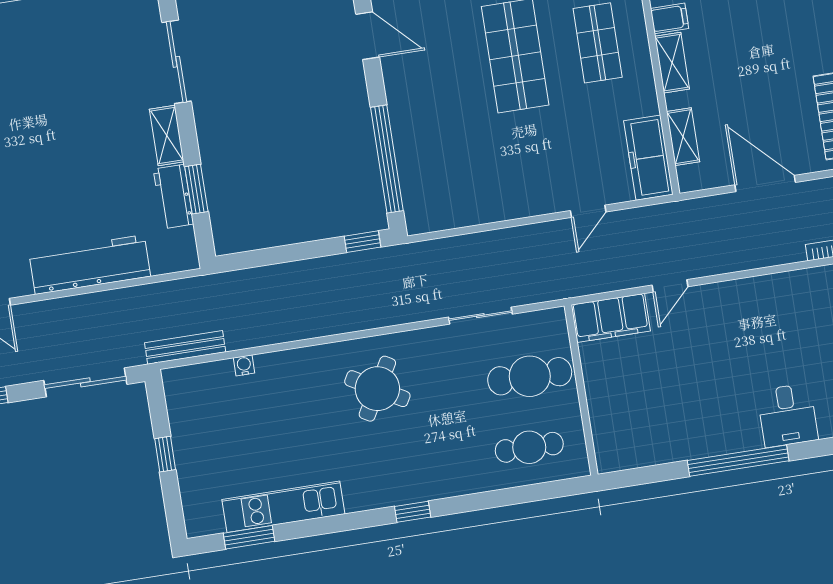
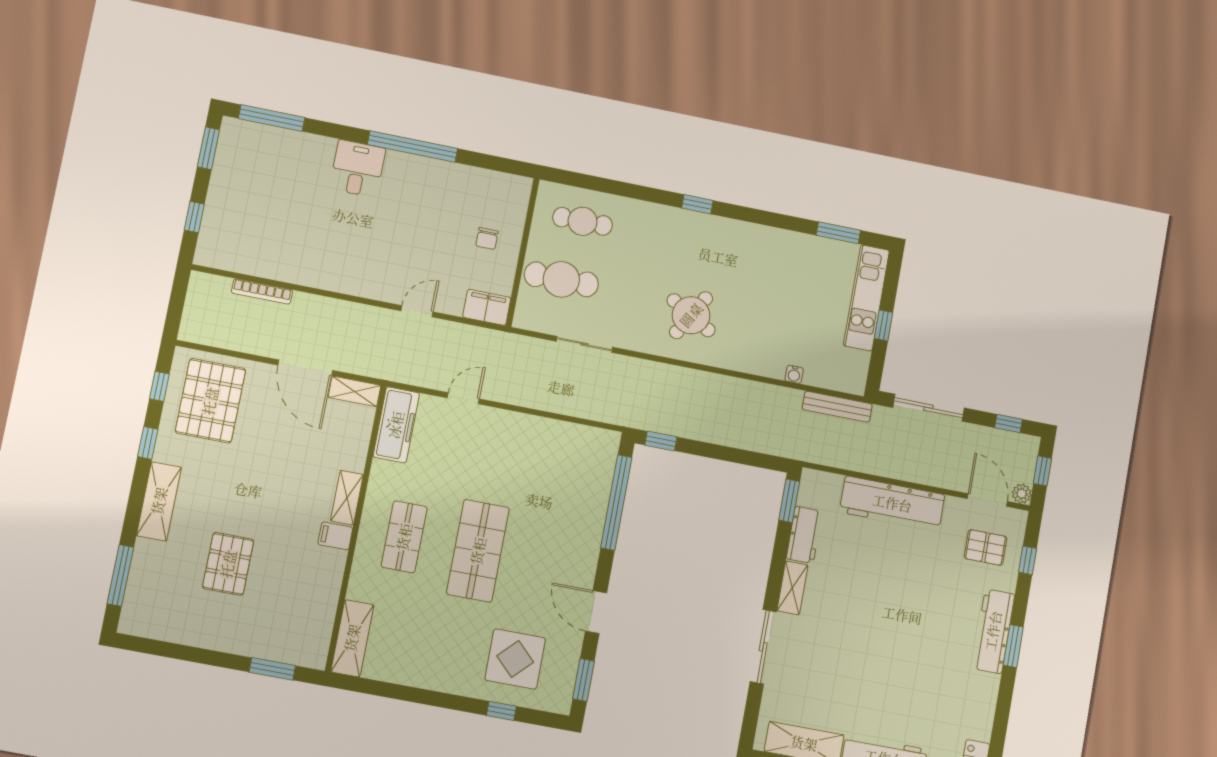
shelving: (683, 137) -> (354, 391), moved, turned 90
window: (196, 189) -> (789, 501), moved
filing cabinet: (611, 318) -> (487, 307), width x0.67, depth x0.86
chair: (624, 391) -> (487, 238), added
kitchen unit: (283, 507) -> (866, 298), moved, turned 90

